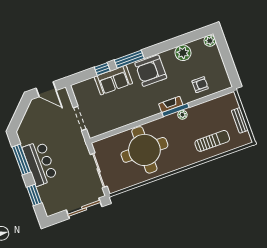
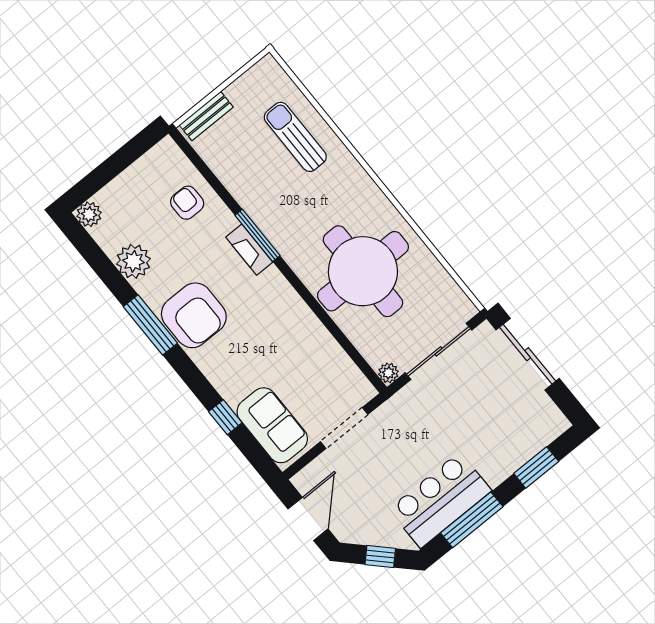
window: (129, 59) -> (150, 325), moved
sofa: (113, 80) -> (272, 425), moved
window: (19, 115) -> (380, 556), added
plant: (182, 115) -> (388, 373), moved
bench: (240, 120) -> (206, 116), moved
bar counter: (40, 163) -> (440, 500), moved

